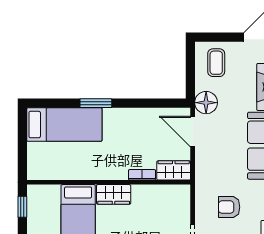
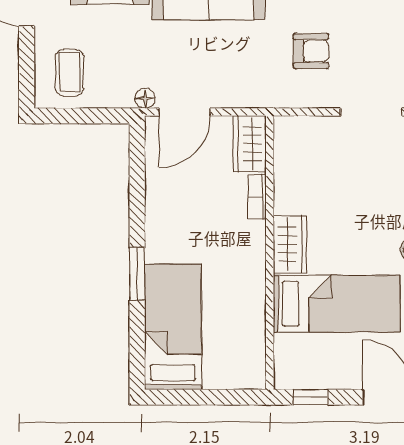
coffee table: (216, 63) -> (69, 73), turned 90
floor lamp: (206, 103) -> (145, 98), width x0.53, depth x0.53
armchair: (229, 207) -> (311, 51), turned -90

